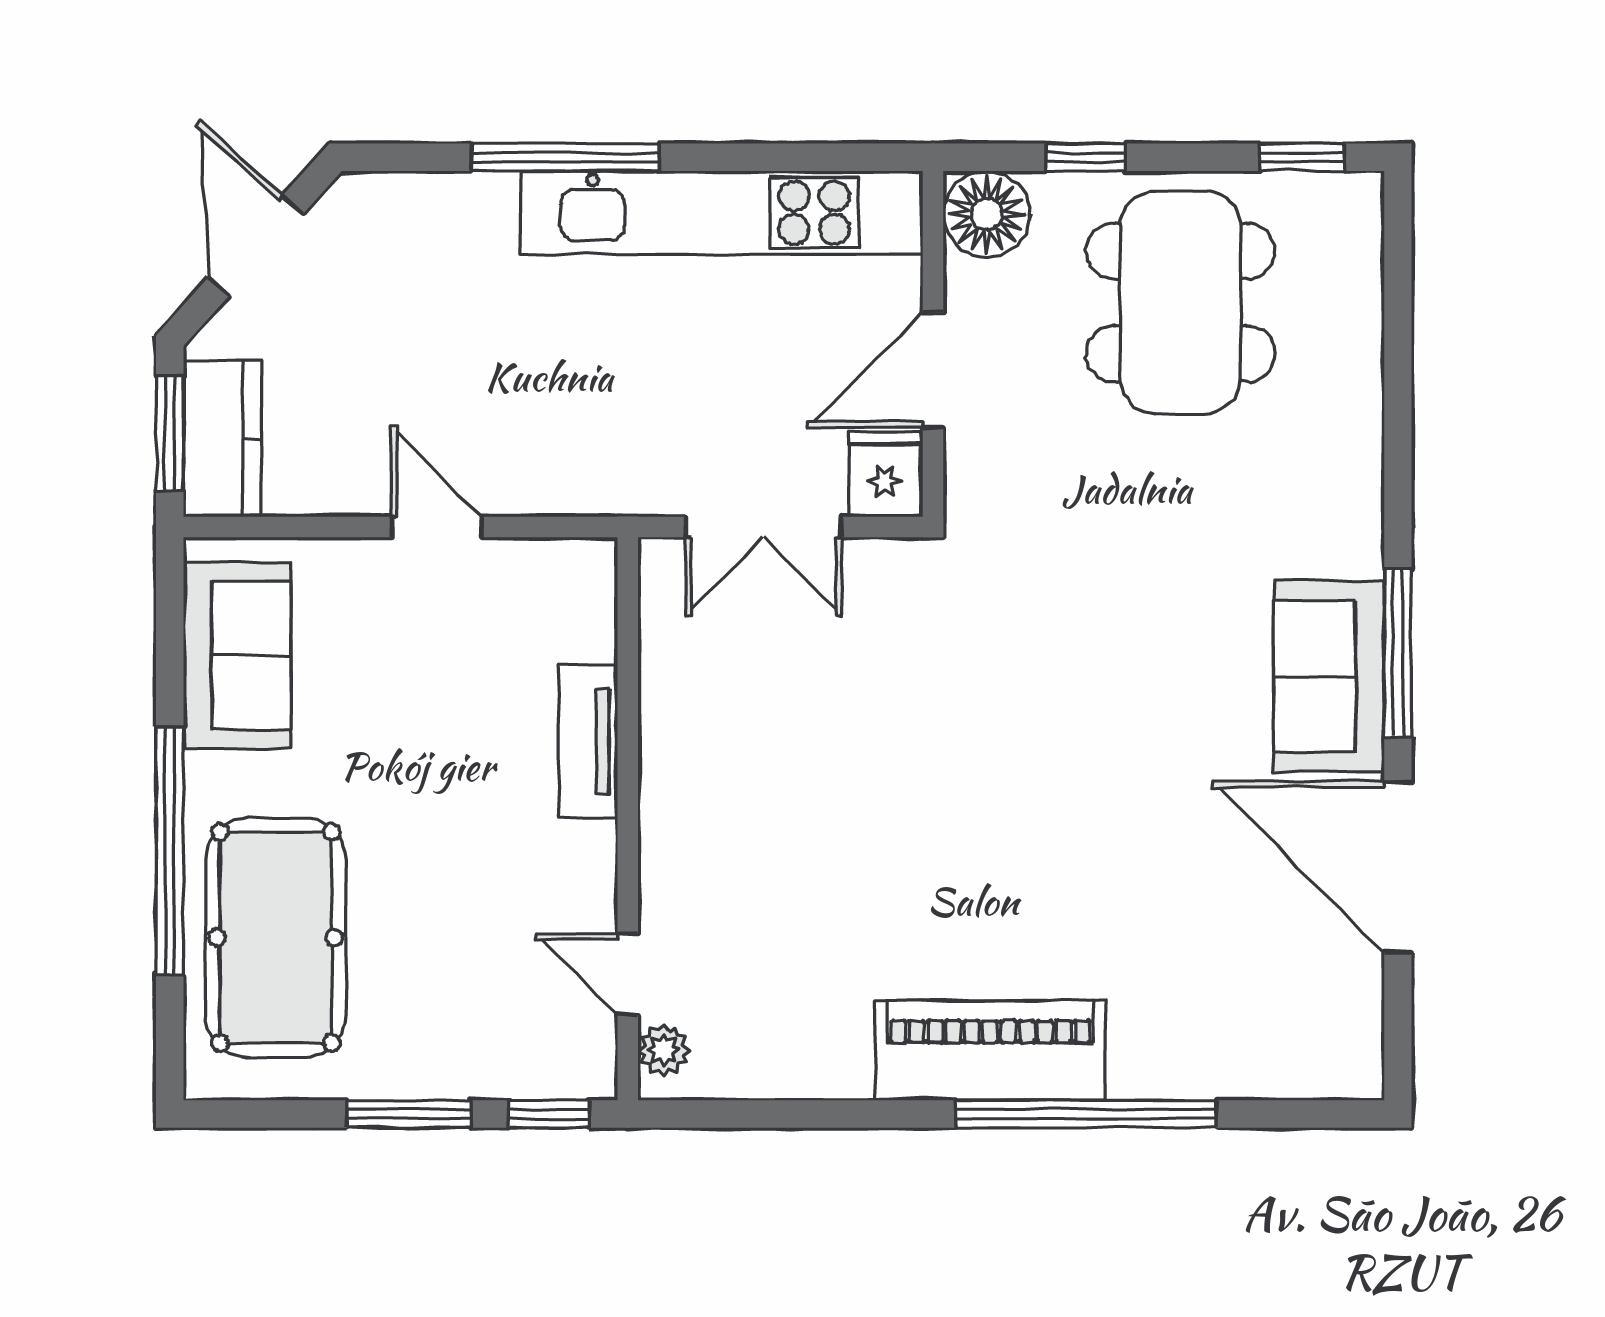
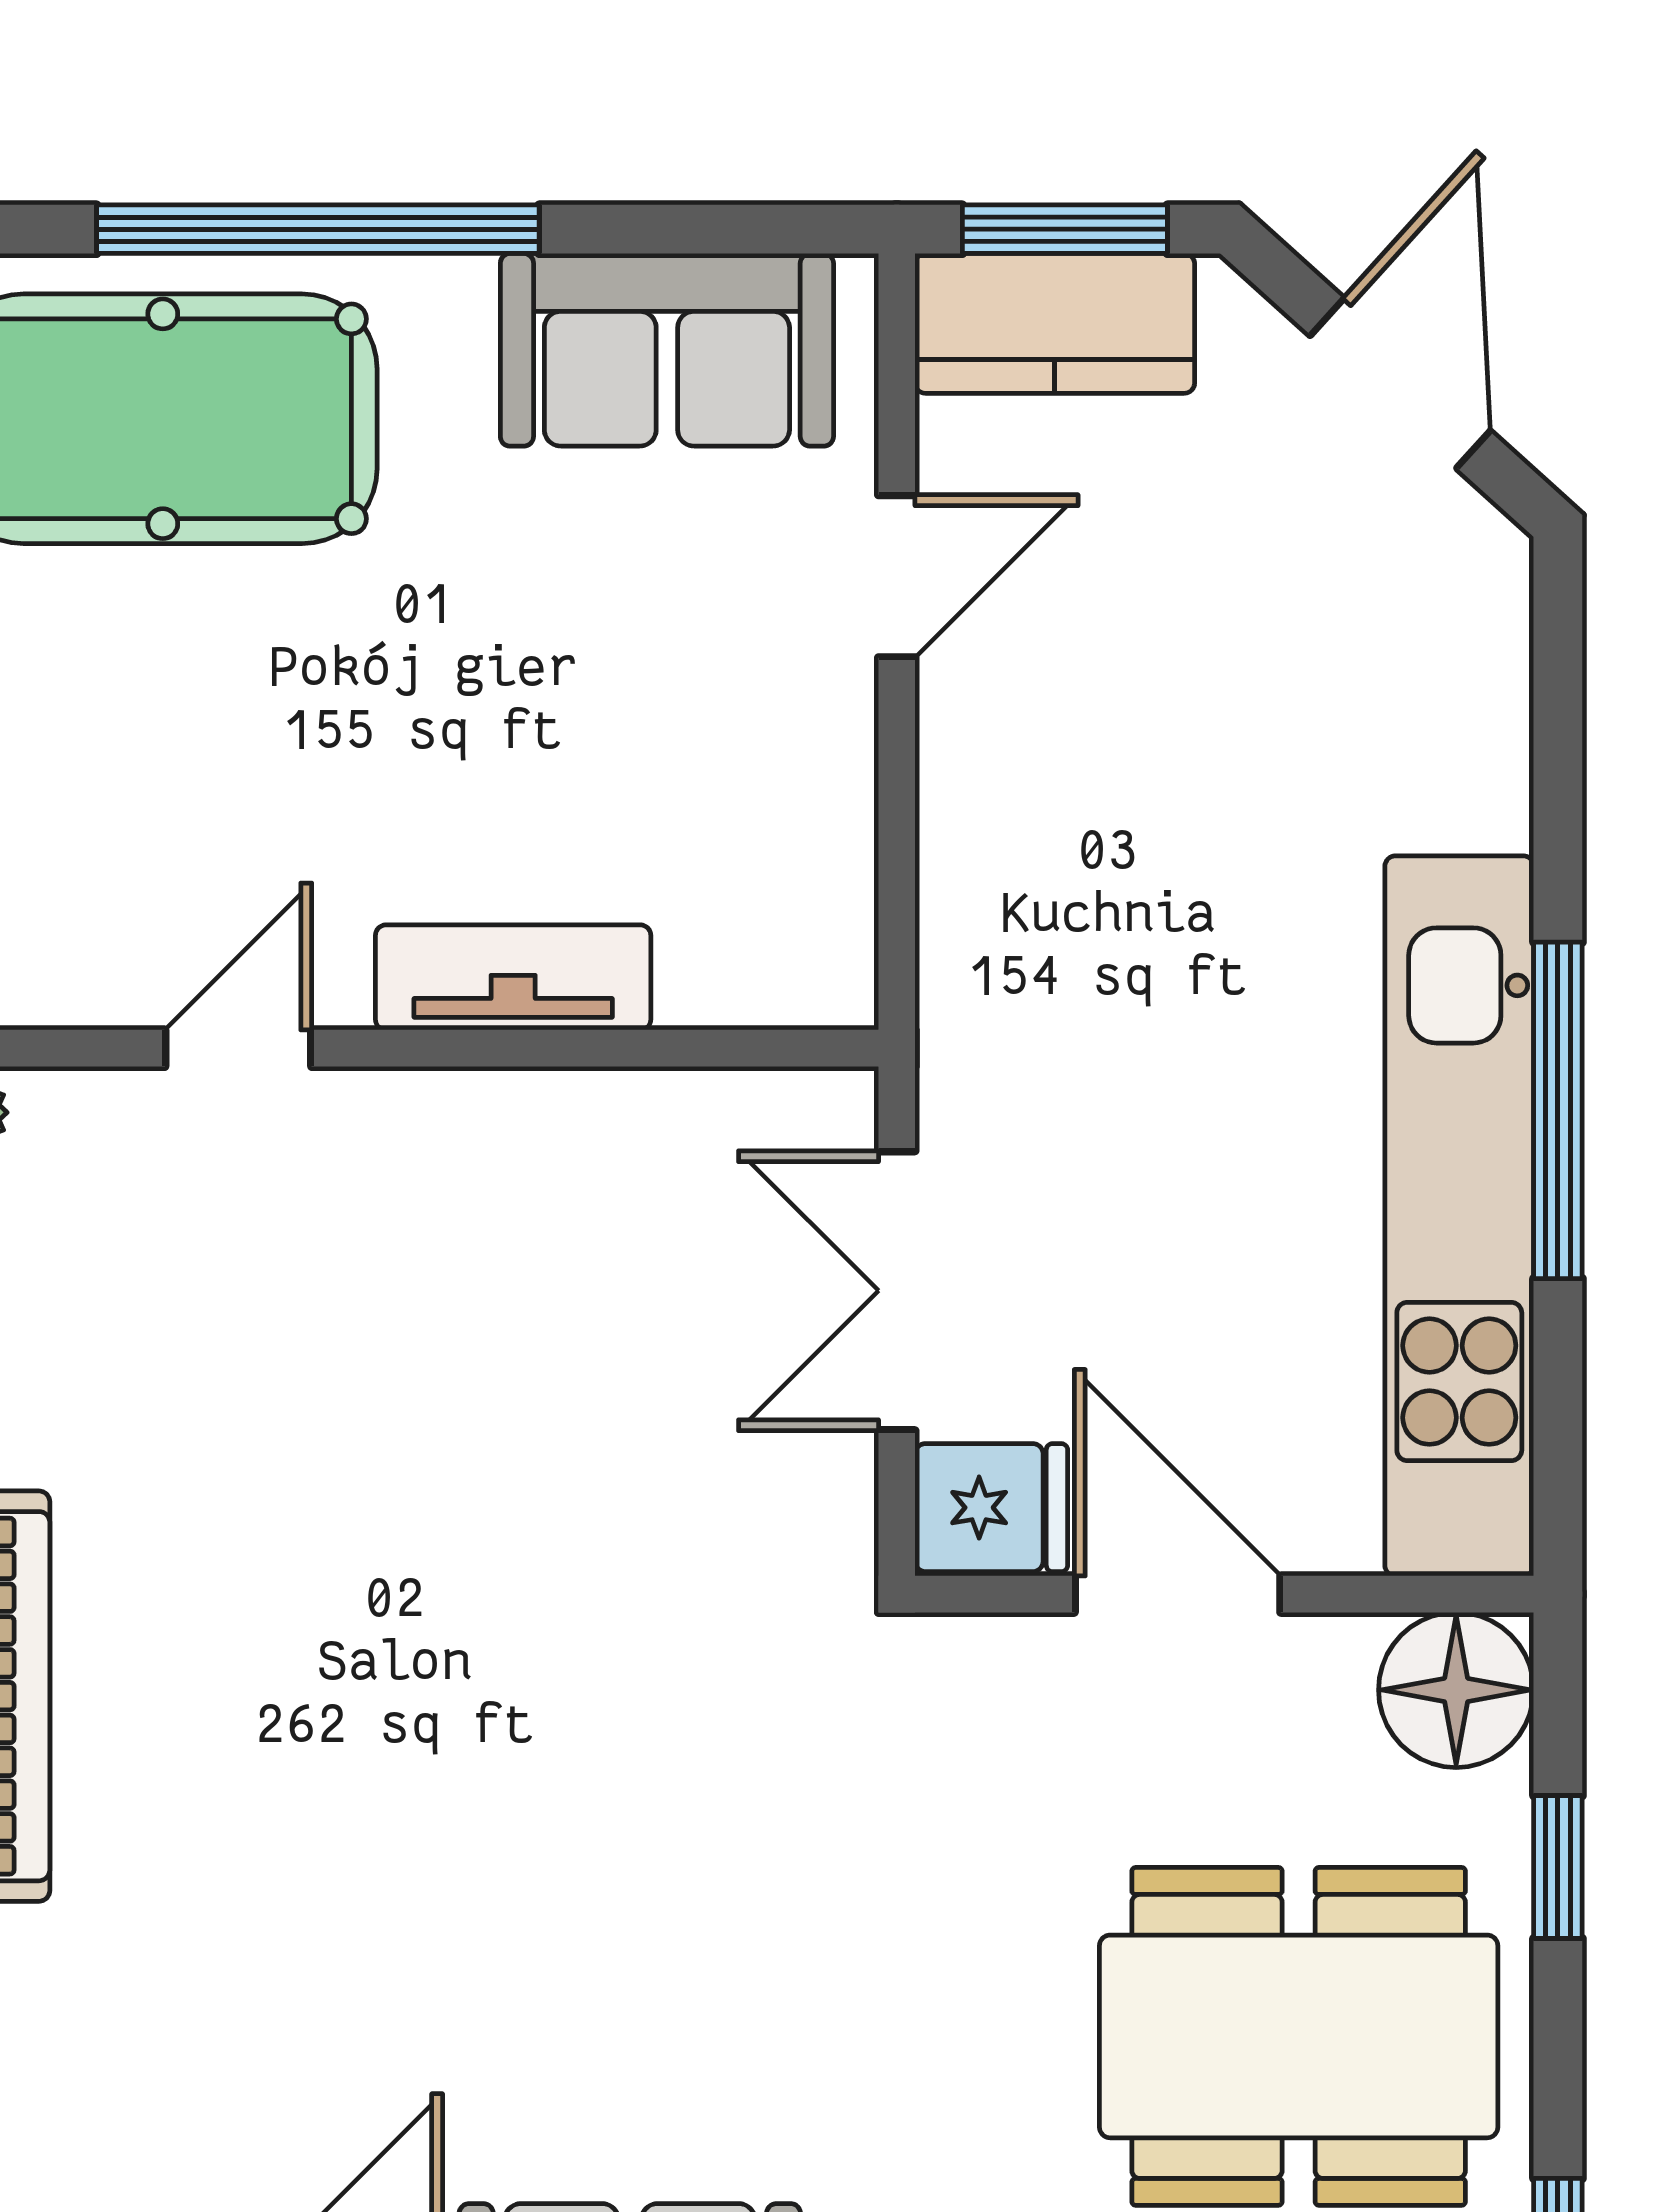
window: (565, 157) -> (1558, 1110), moved
door: (256, 246) -> (1400, 383), hinge flipped
door: (437, 527) -> (897, 576), moved
door: (628, 975) -> (238, 1048), moved

